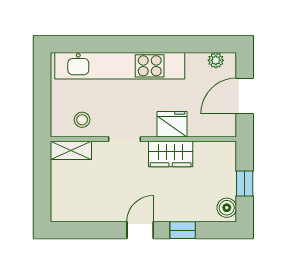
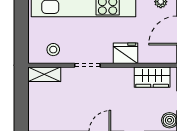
wardrobe: (171, 154) -> (152, 77), moved

